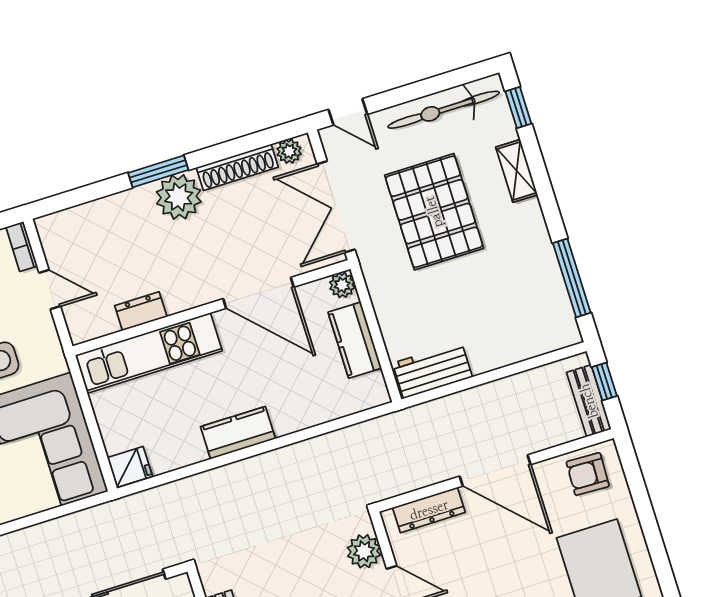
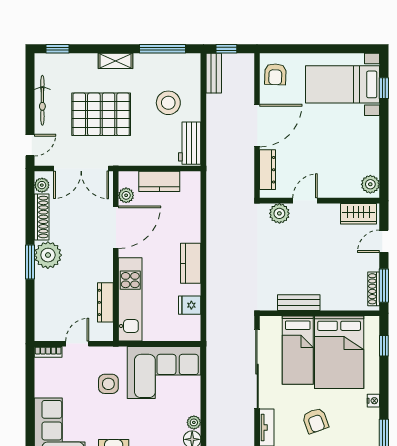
bicycle: (444, 110) -> (42, 100), width x0.73, depth x0.71
shelving: (517, 171) -> (115, 61), moved
plant: (342, 285) -> (126, 195), moved
dresser: (141, 311) -> (105, 302), width x1.44
stool: (487, 315) -> (168, 103), added
bench: (589, 401) -> (214, 73), moved, turned 90
fridge: (130, 467) -> (190, 305), moved, turned -90

